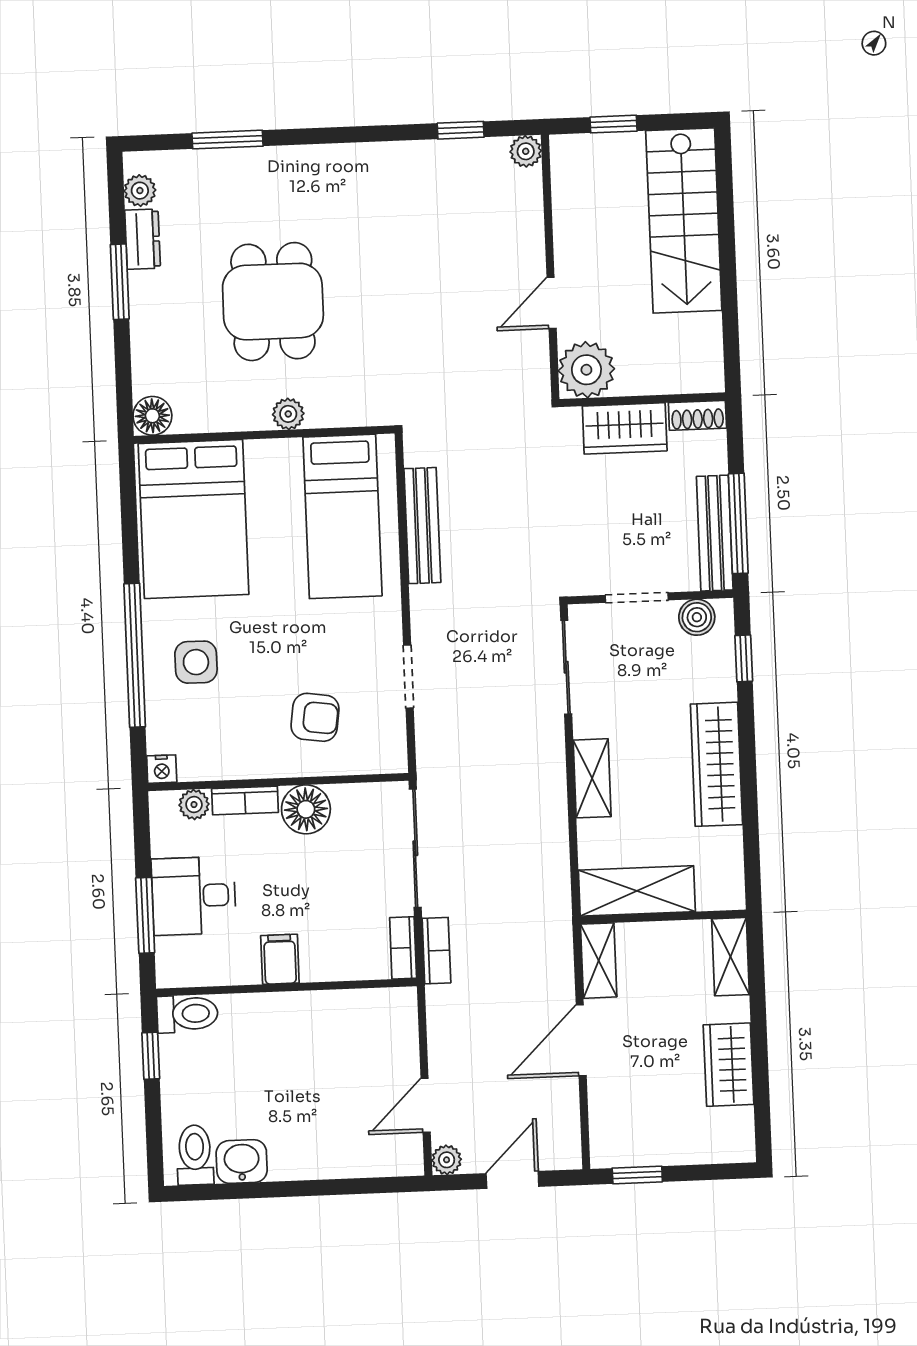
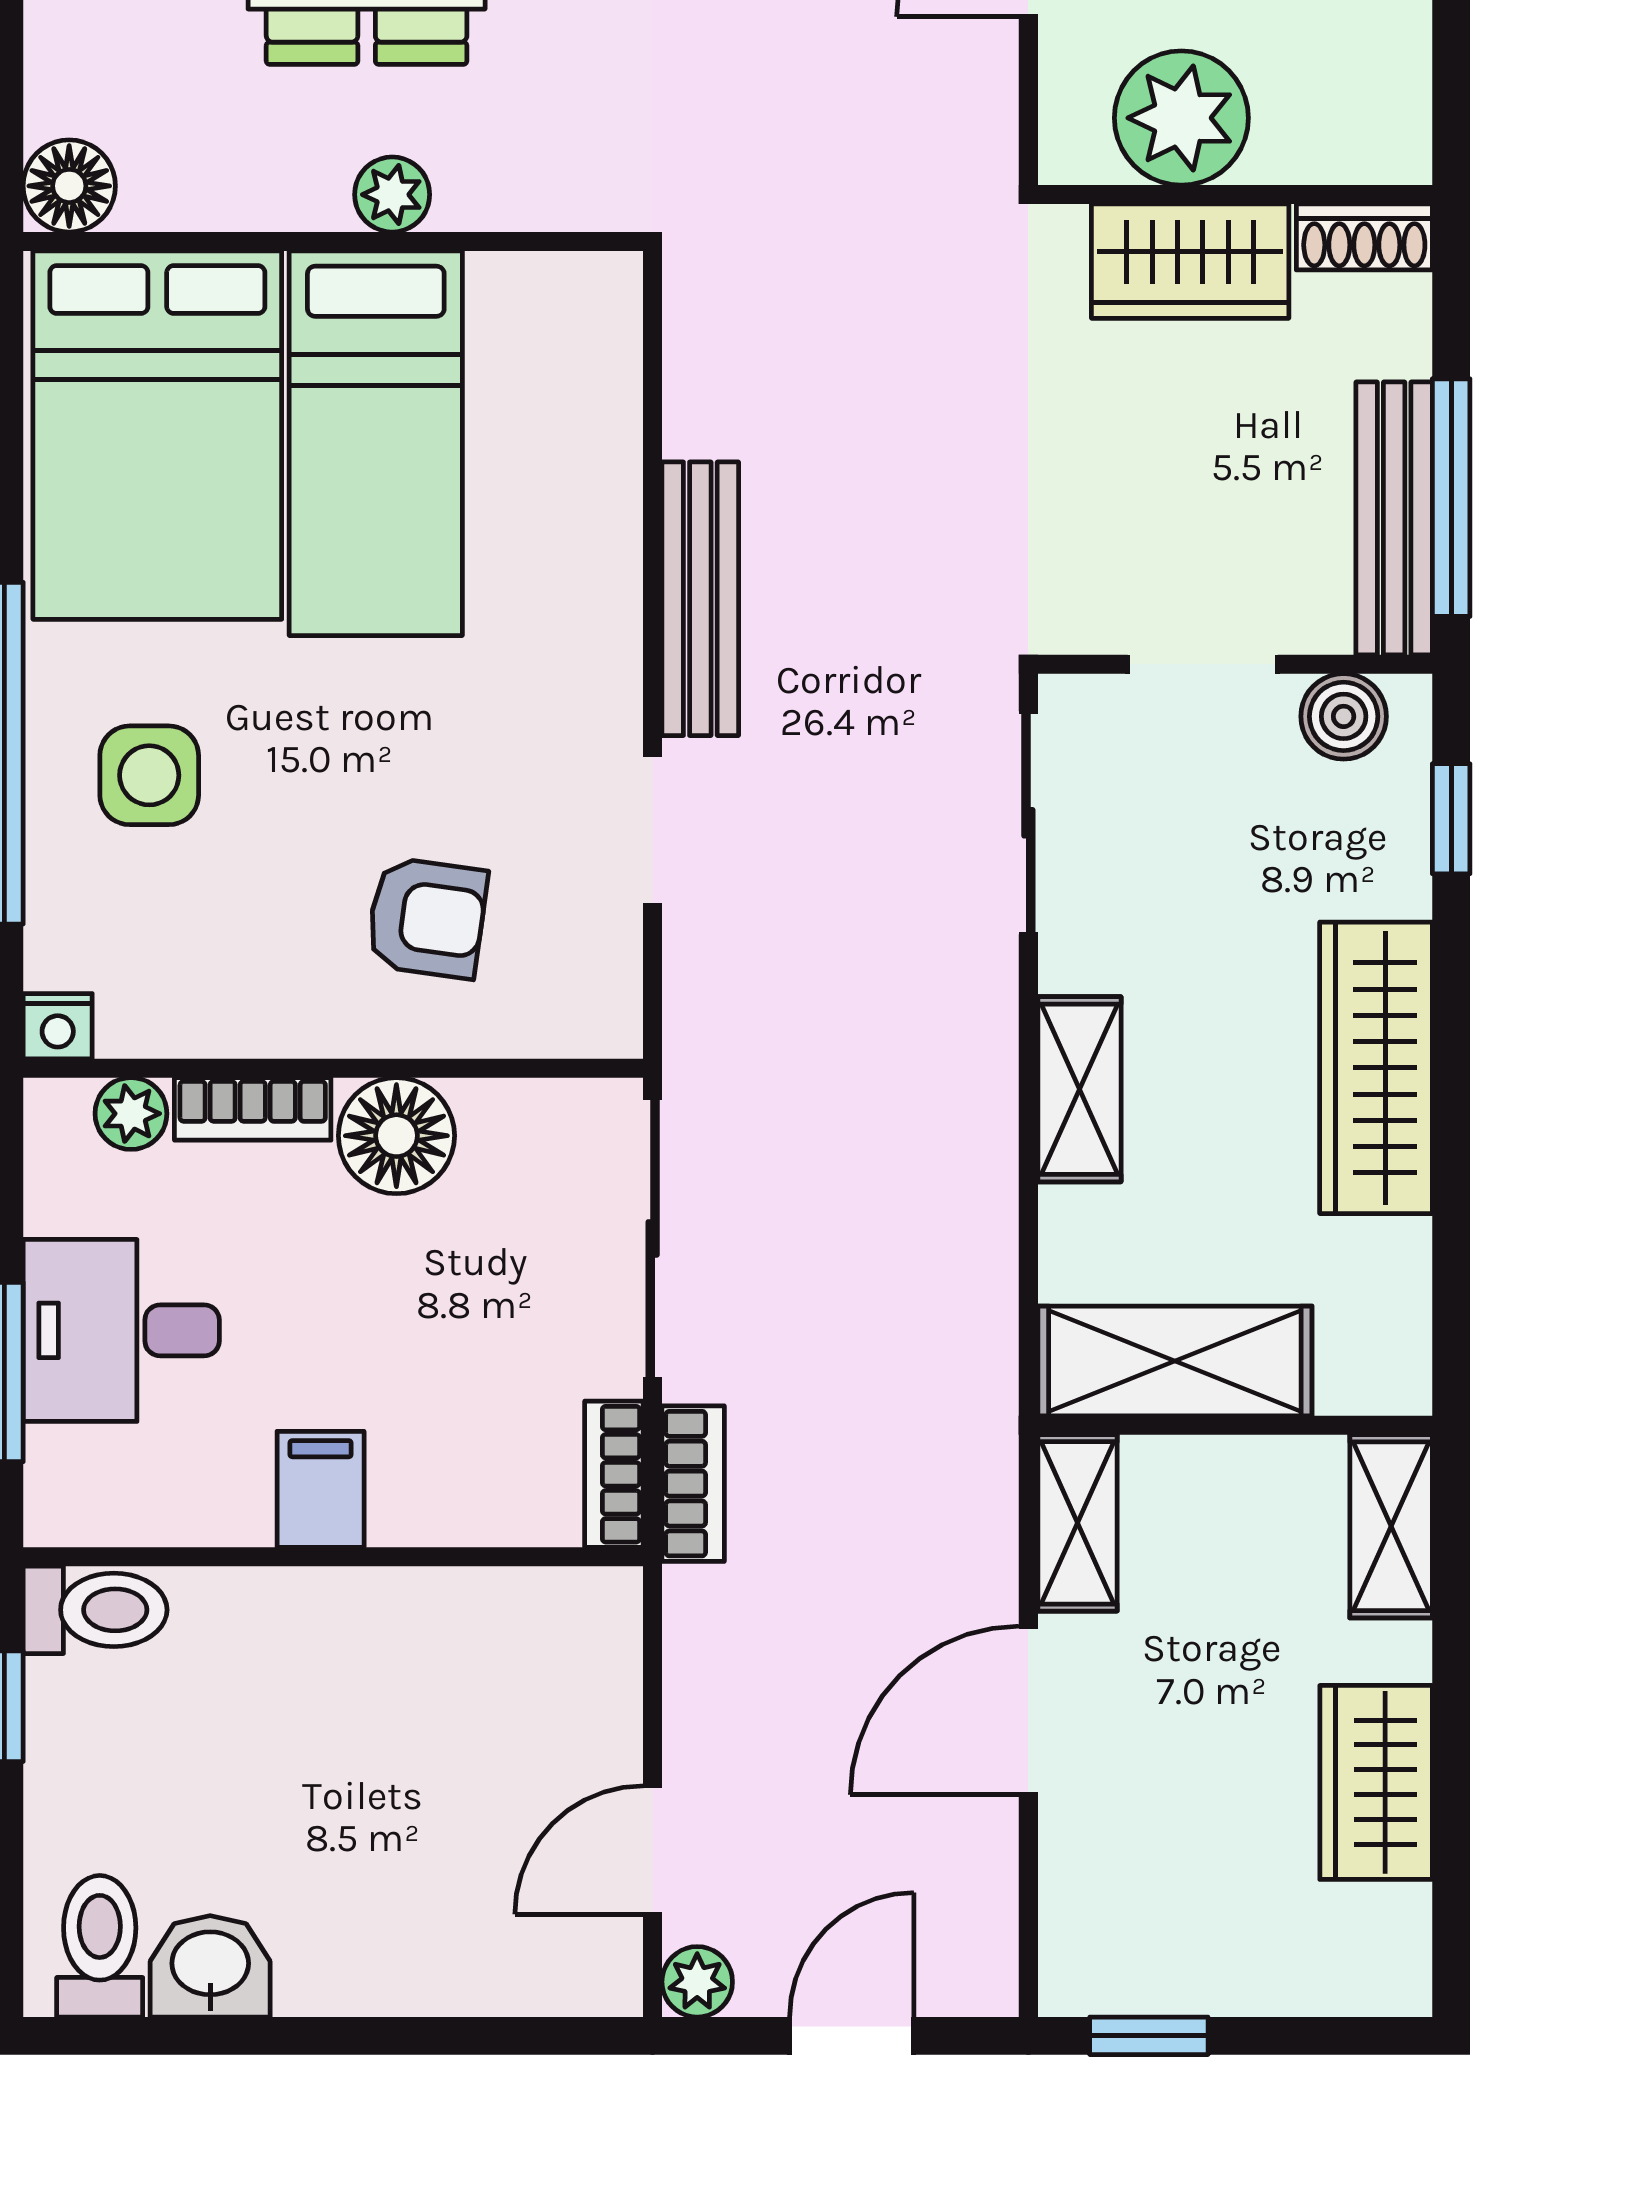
plant: (586, 370) -> (1181, 118), moved
bed: (342, 516) -> (376, 443), moved
bench: (422, 526) -> (700, 599), moved

